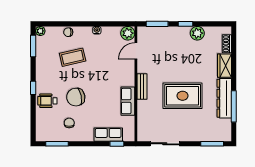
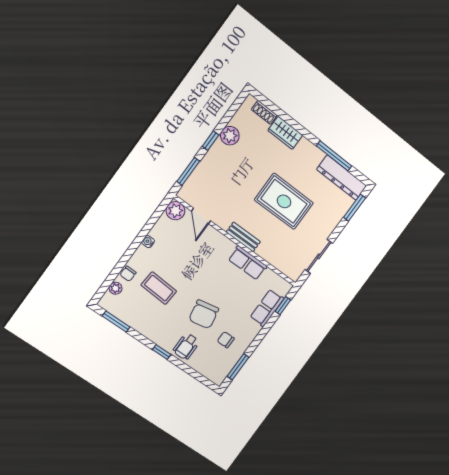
plant: (40, 31) -> (116, 288), moved
coffee table: (73, 57) -> (159, 288), turned -73
rug: (183, 96) -> (284, 201), turned 90
dresser: (224, 98) -> (342, 178), moved

